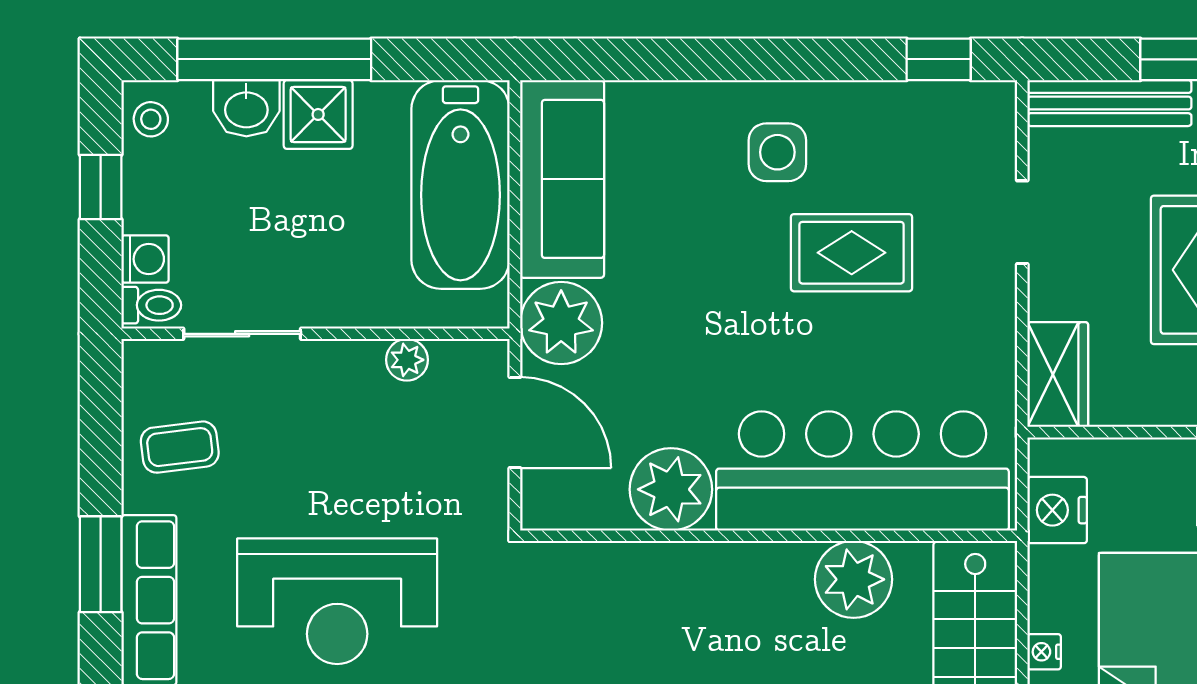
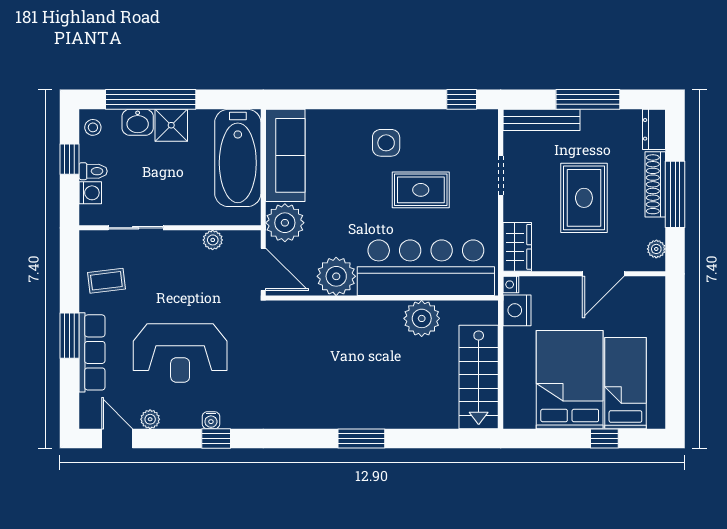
toilet: (151, 305) -> (93, 171), moved
bar counter: (862, 471) -> (426, 268), moved
plant: (671, 489) -> (336, 276), moved
wall: (769, 536) -> (382, 298), moved
plant: (854, 579) -> (422, 318), moved
nightstand: (1044, 652) -> (511, 285), moved

